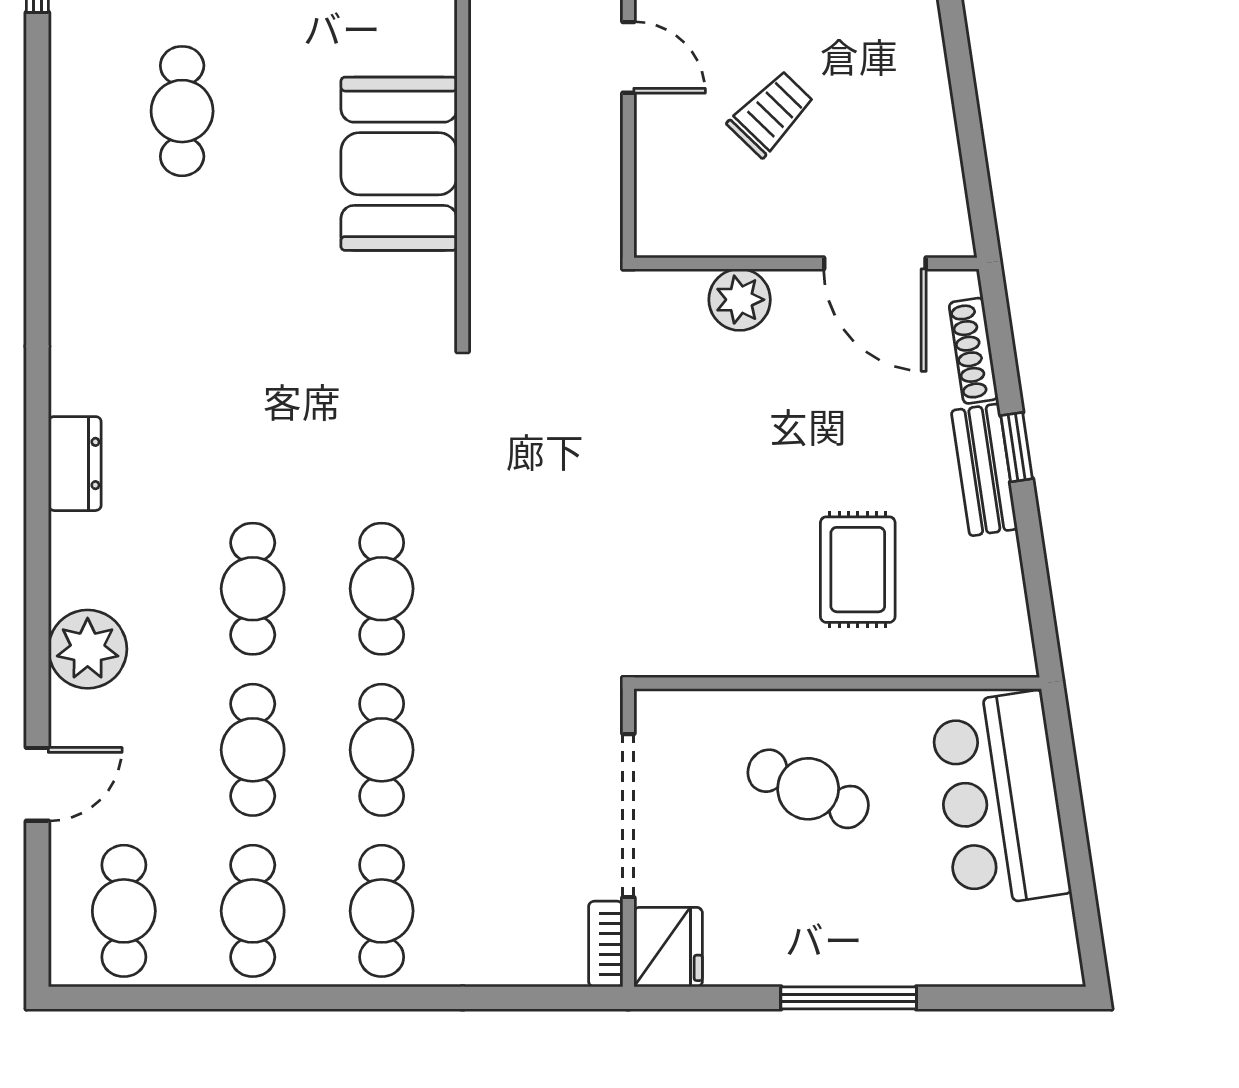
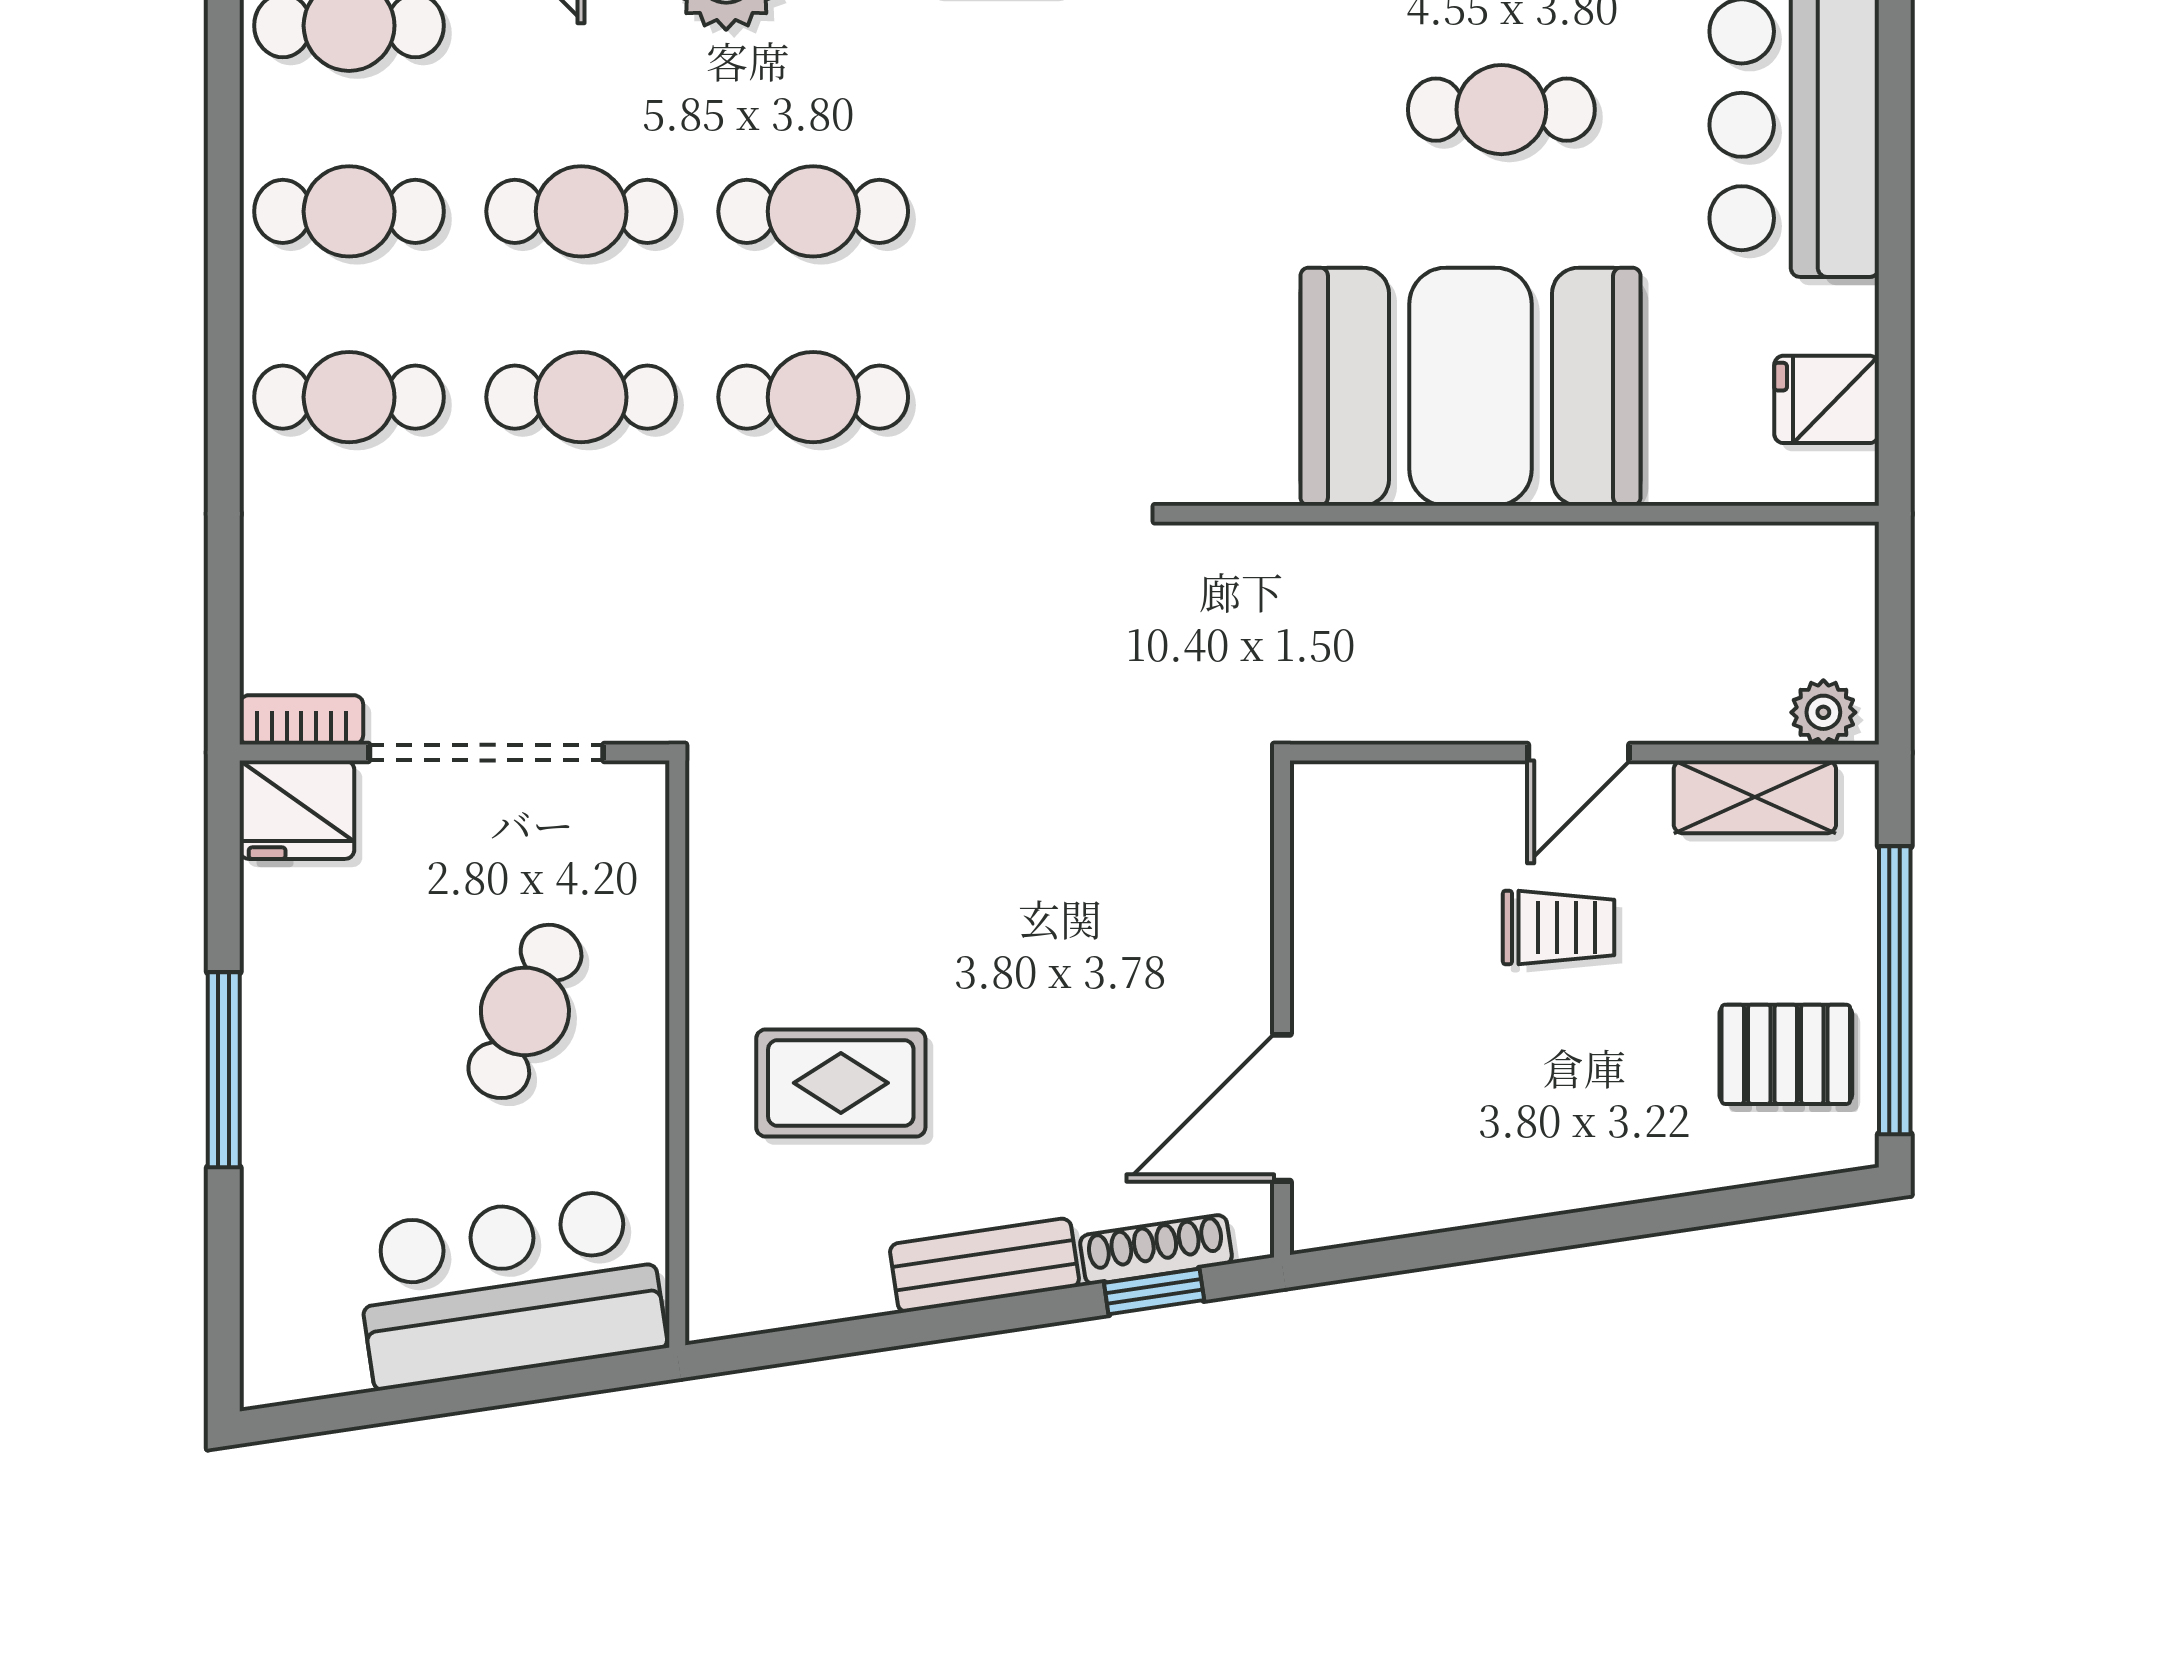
trolley: (771, 114) -> (1559, 927), moved, turned -44
booth: (399, 164) -> (1471, 387), width x1.36, depth x1.42
plant: (740, 300) -> (1230, 913), removed
window: (1017, 447) -> (1154, 1291), moved

